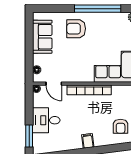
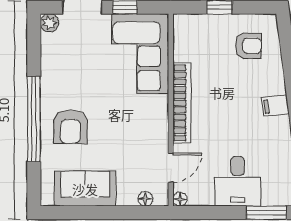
window: (98, 9) -> (34, 119), moved

